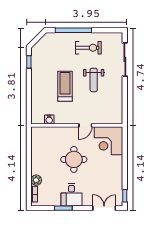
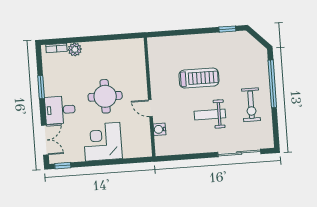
water cooler: (49, 120) -> (159, 129), moved
corner desk: (109, 141) -> (103, 142), moved
desk: (72, 195) -> (60, 110), moved

